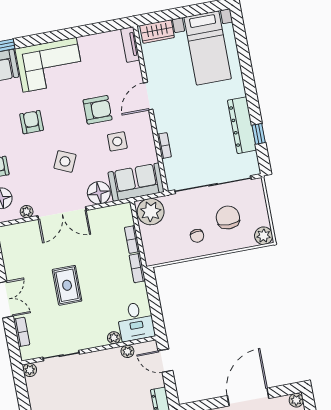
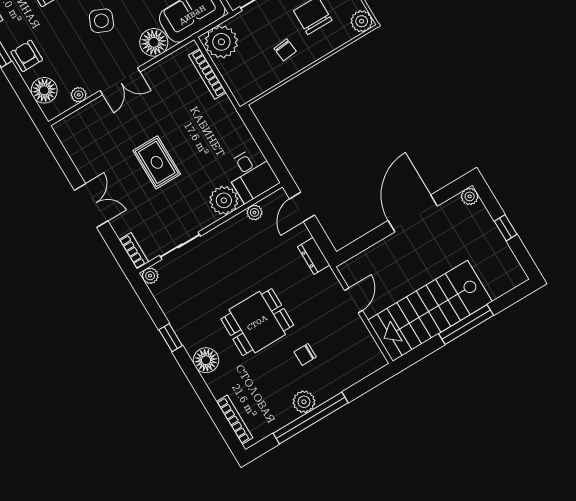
double door: (62, 213) -> (120, 81), width x0.73
bookcase: (132, 239) -> (207, 74), width x1.56
bookcase: (137, 268) -> (230, 112), removed
bookcase: (22, 332) -> (134, 251), moved
plant: (114, 338) -> (224, 200), width x1.87, depth x1.87
door: (165, 361) -> (302, 207), hinge flipped

